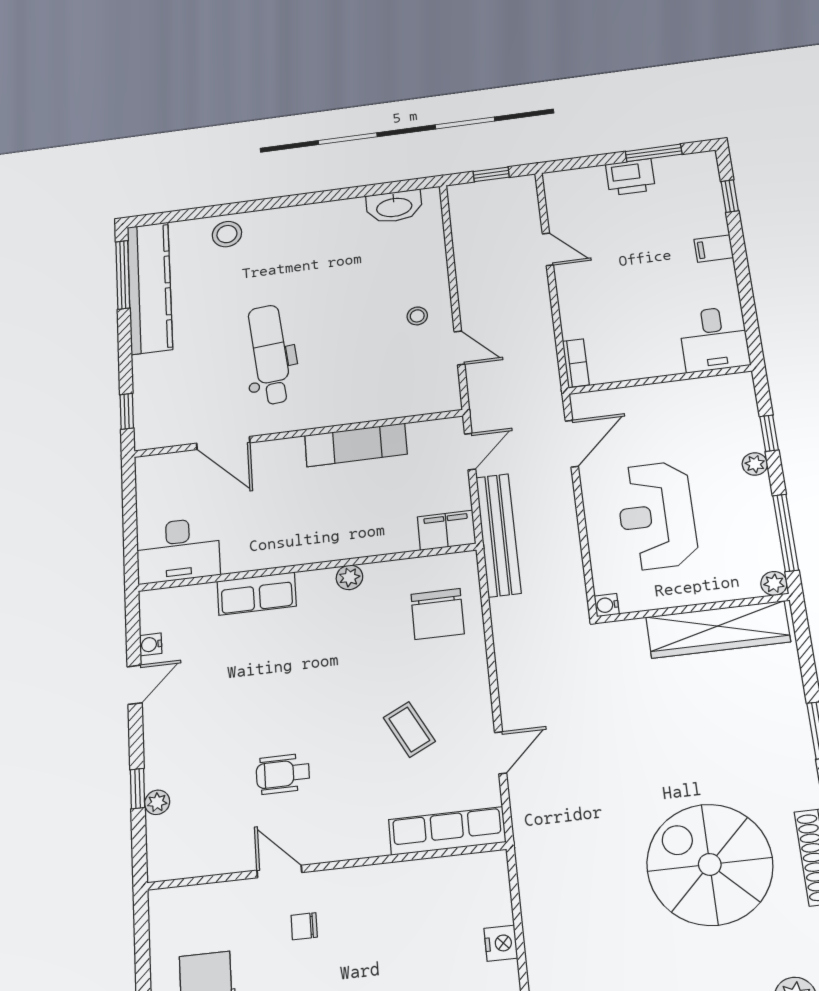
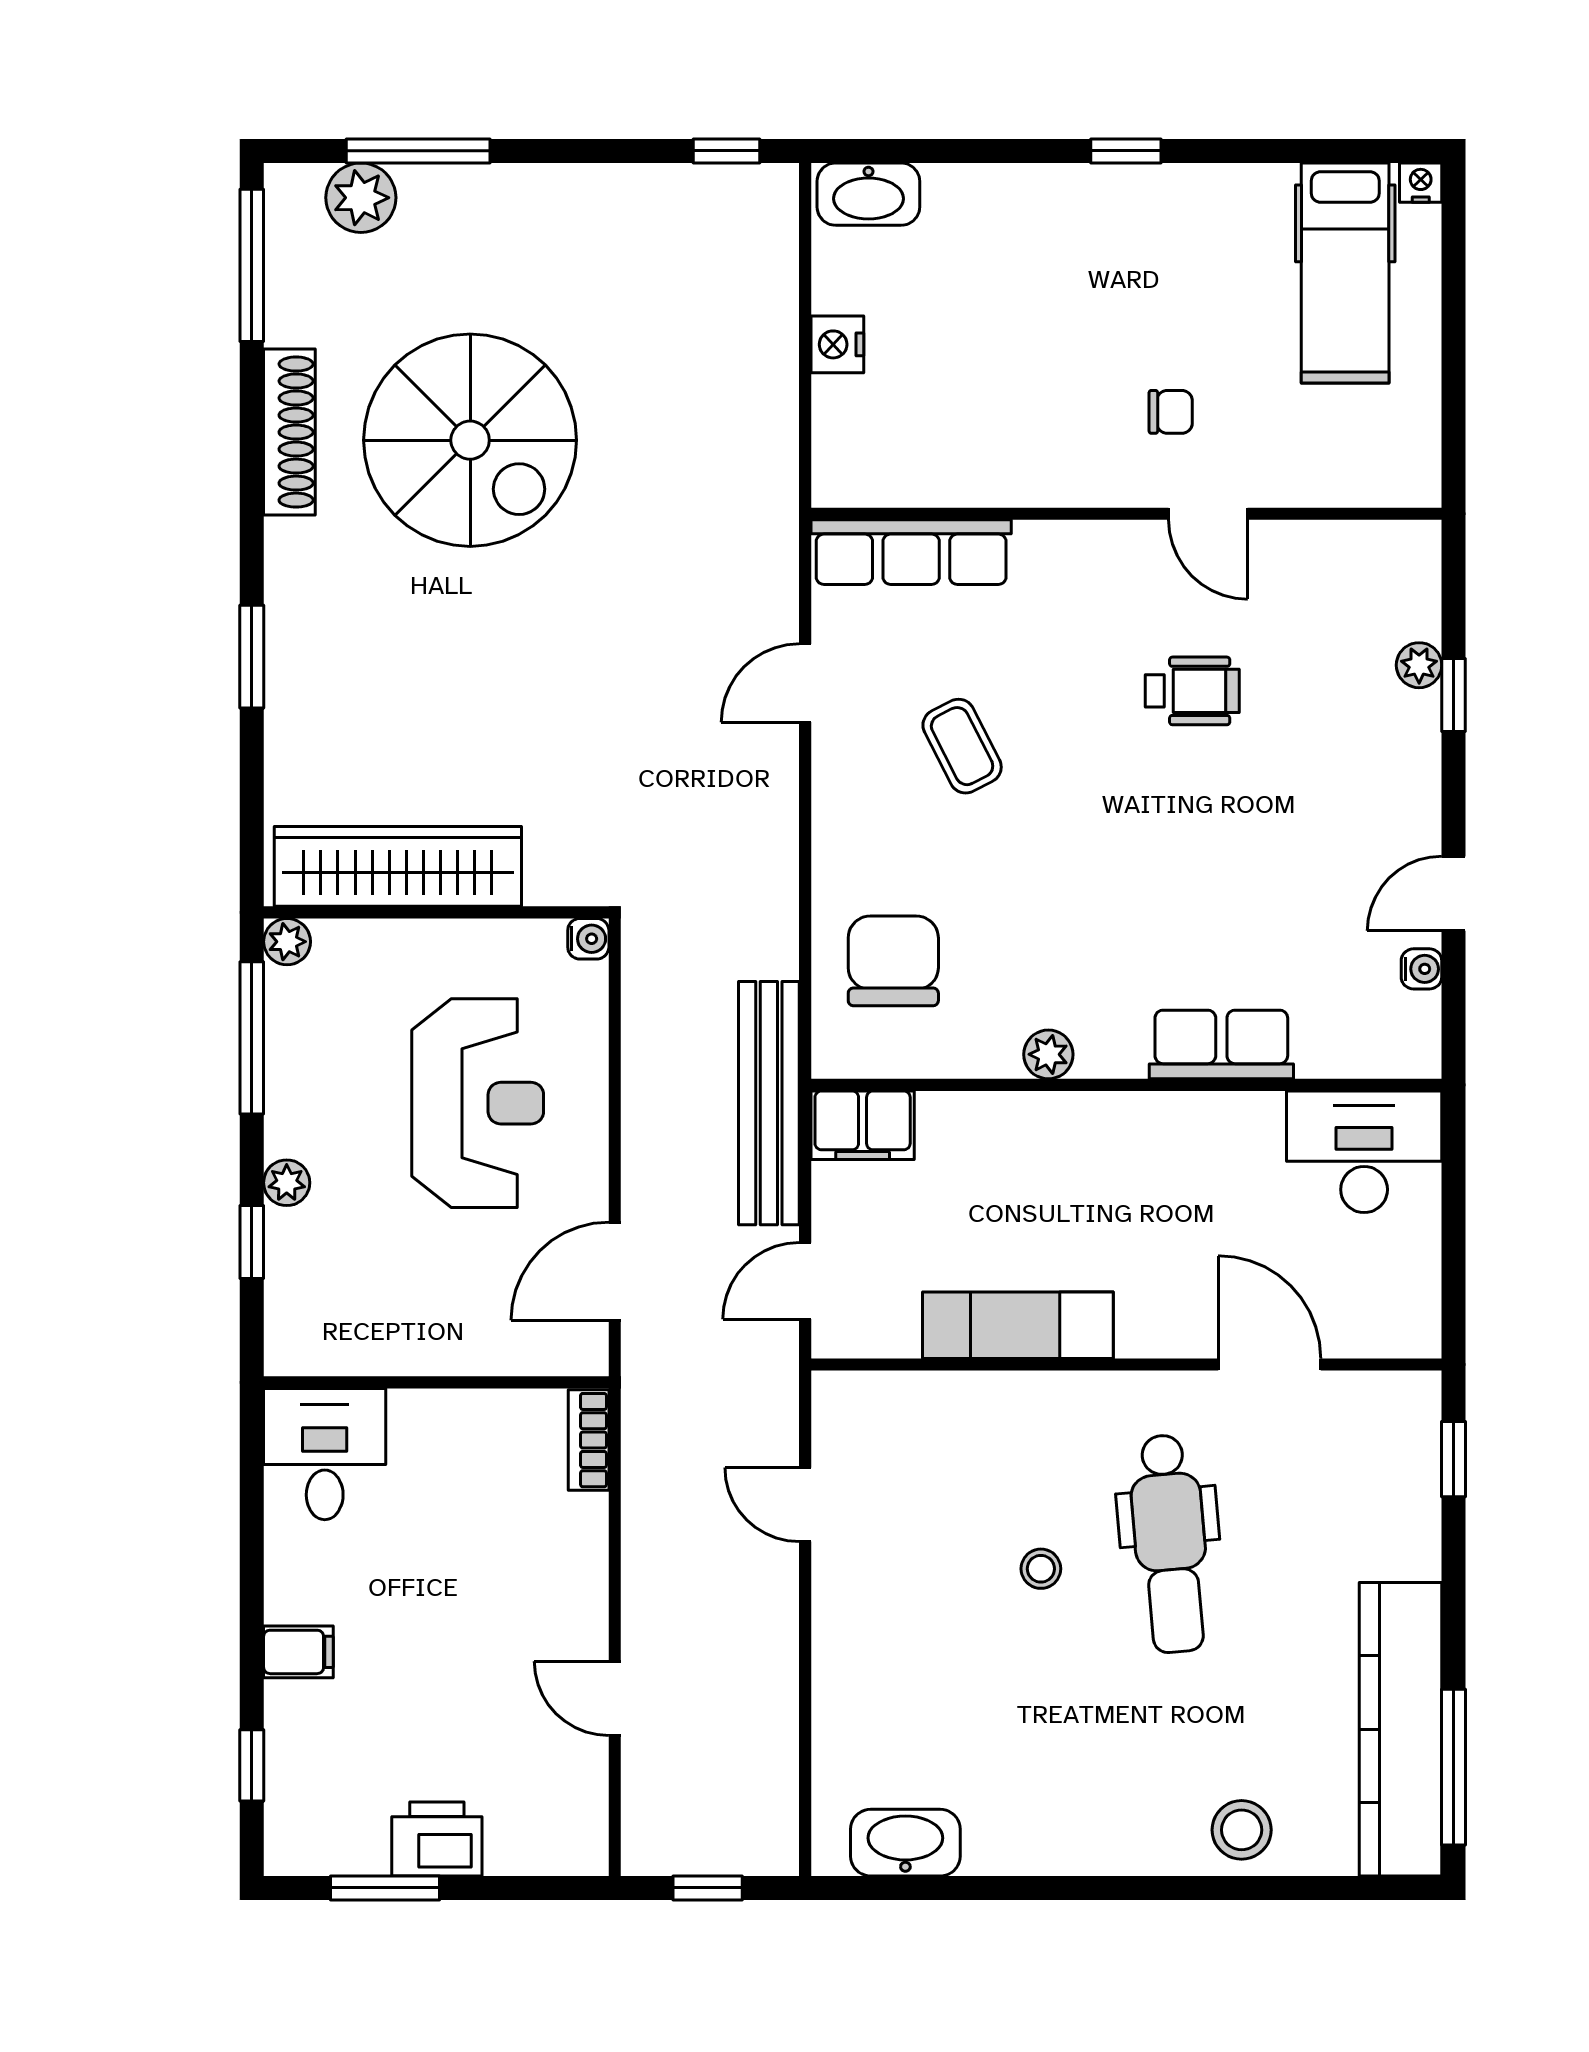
stool: (417, 316) -> (1041, 1569), moved

